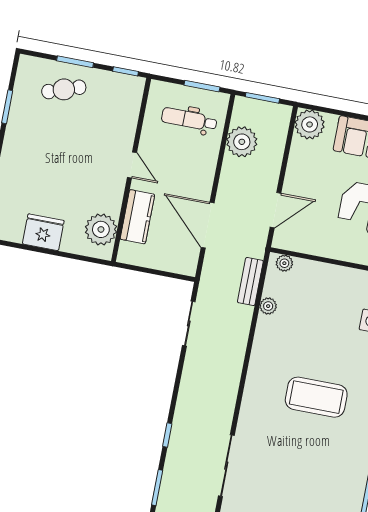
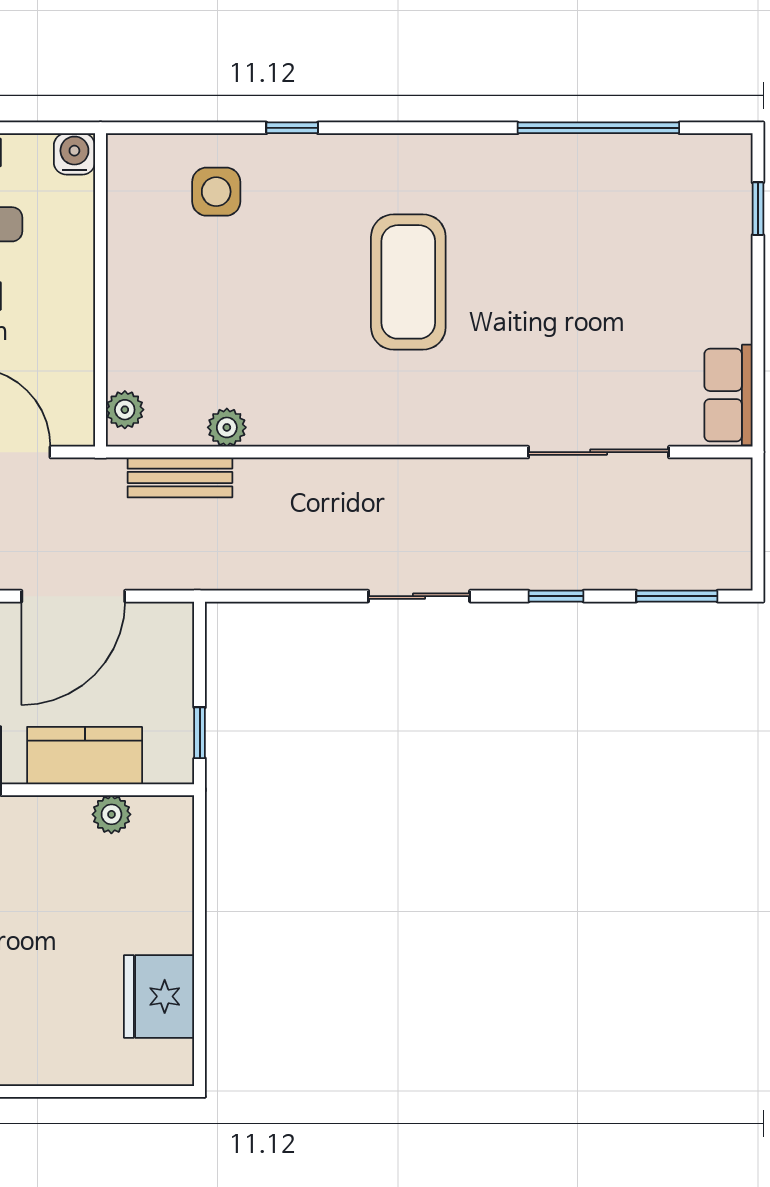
plant: (101, 229) -> (111, 814), width x0.53, depth x0.53
fridge: (43, 232) -> (159, 996), moved
window: (138, 269) -> (200, 733), added
sliding door: (189, 324) -> (419, 596), moved

